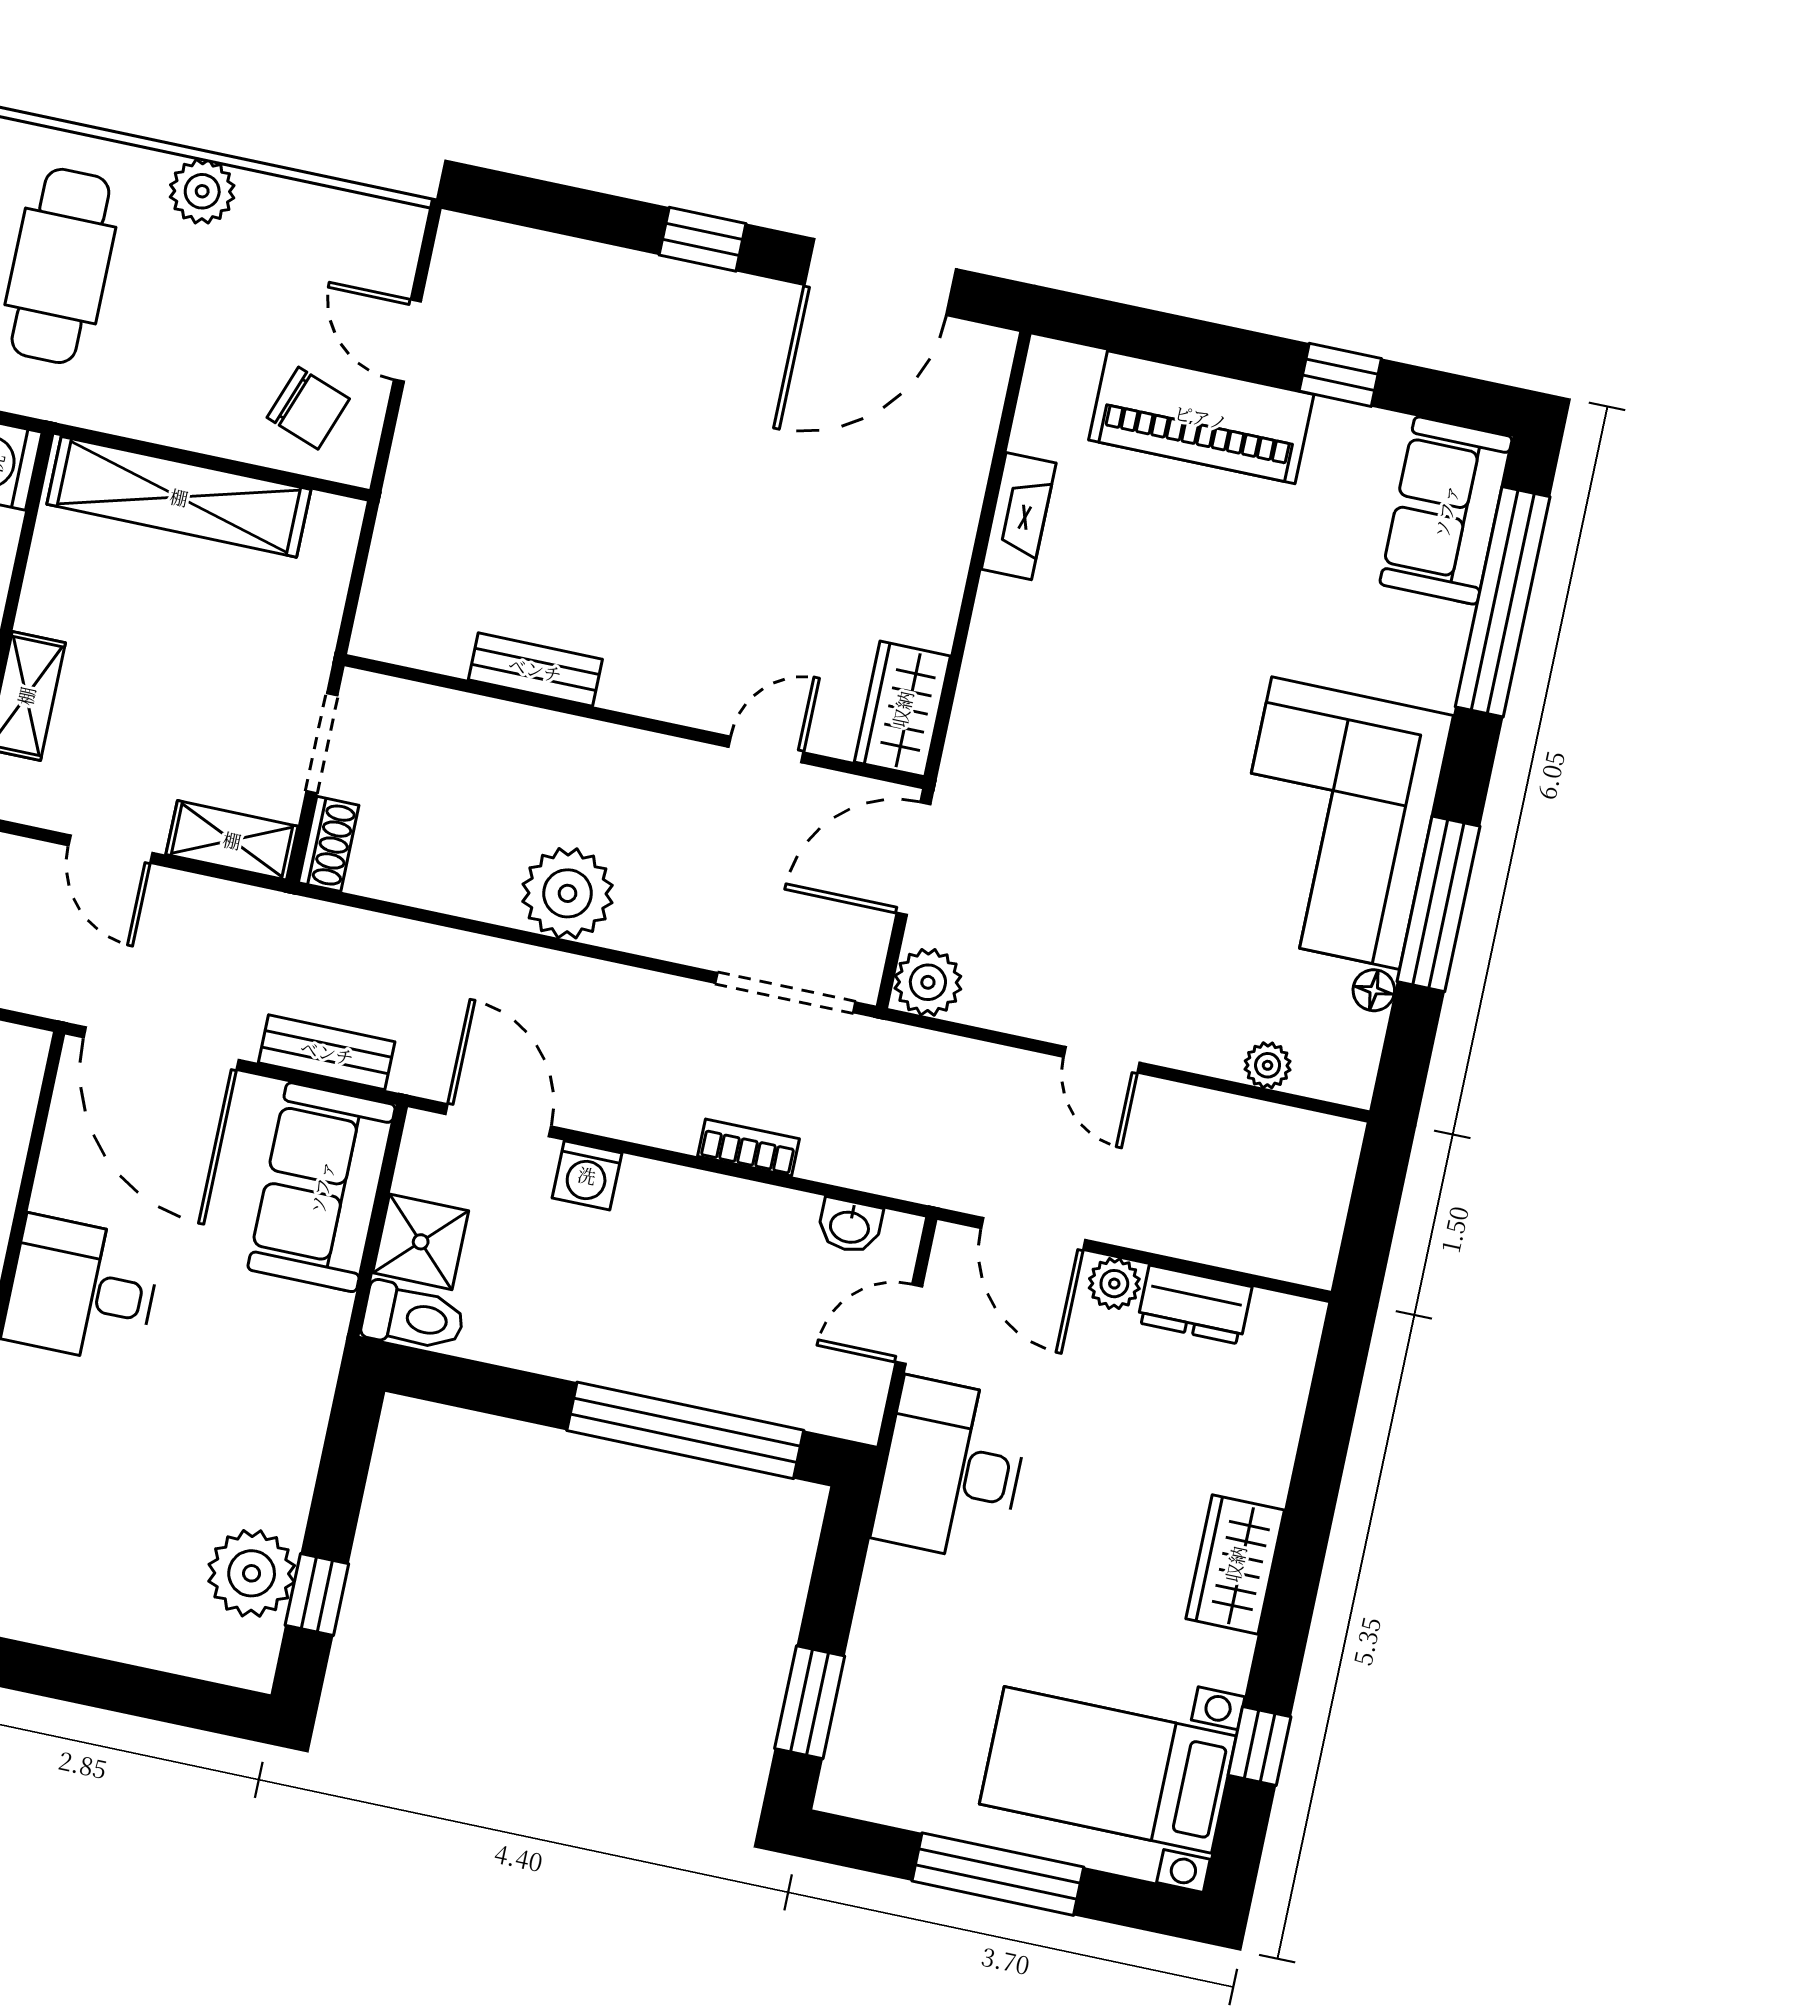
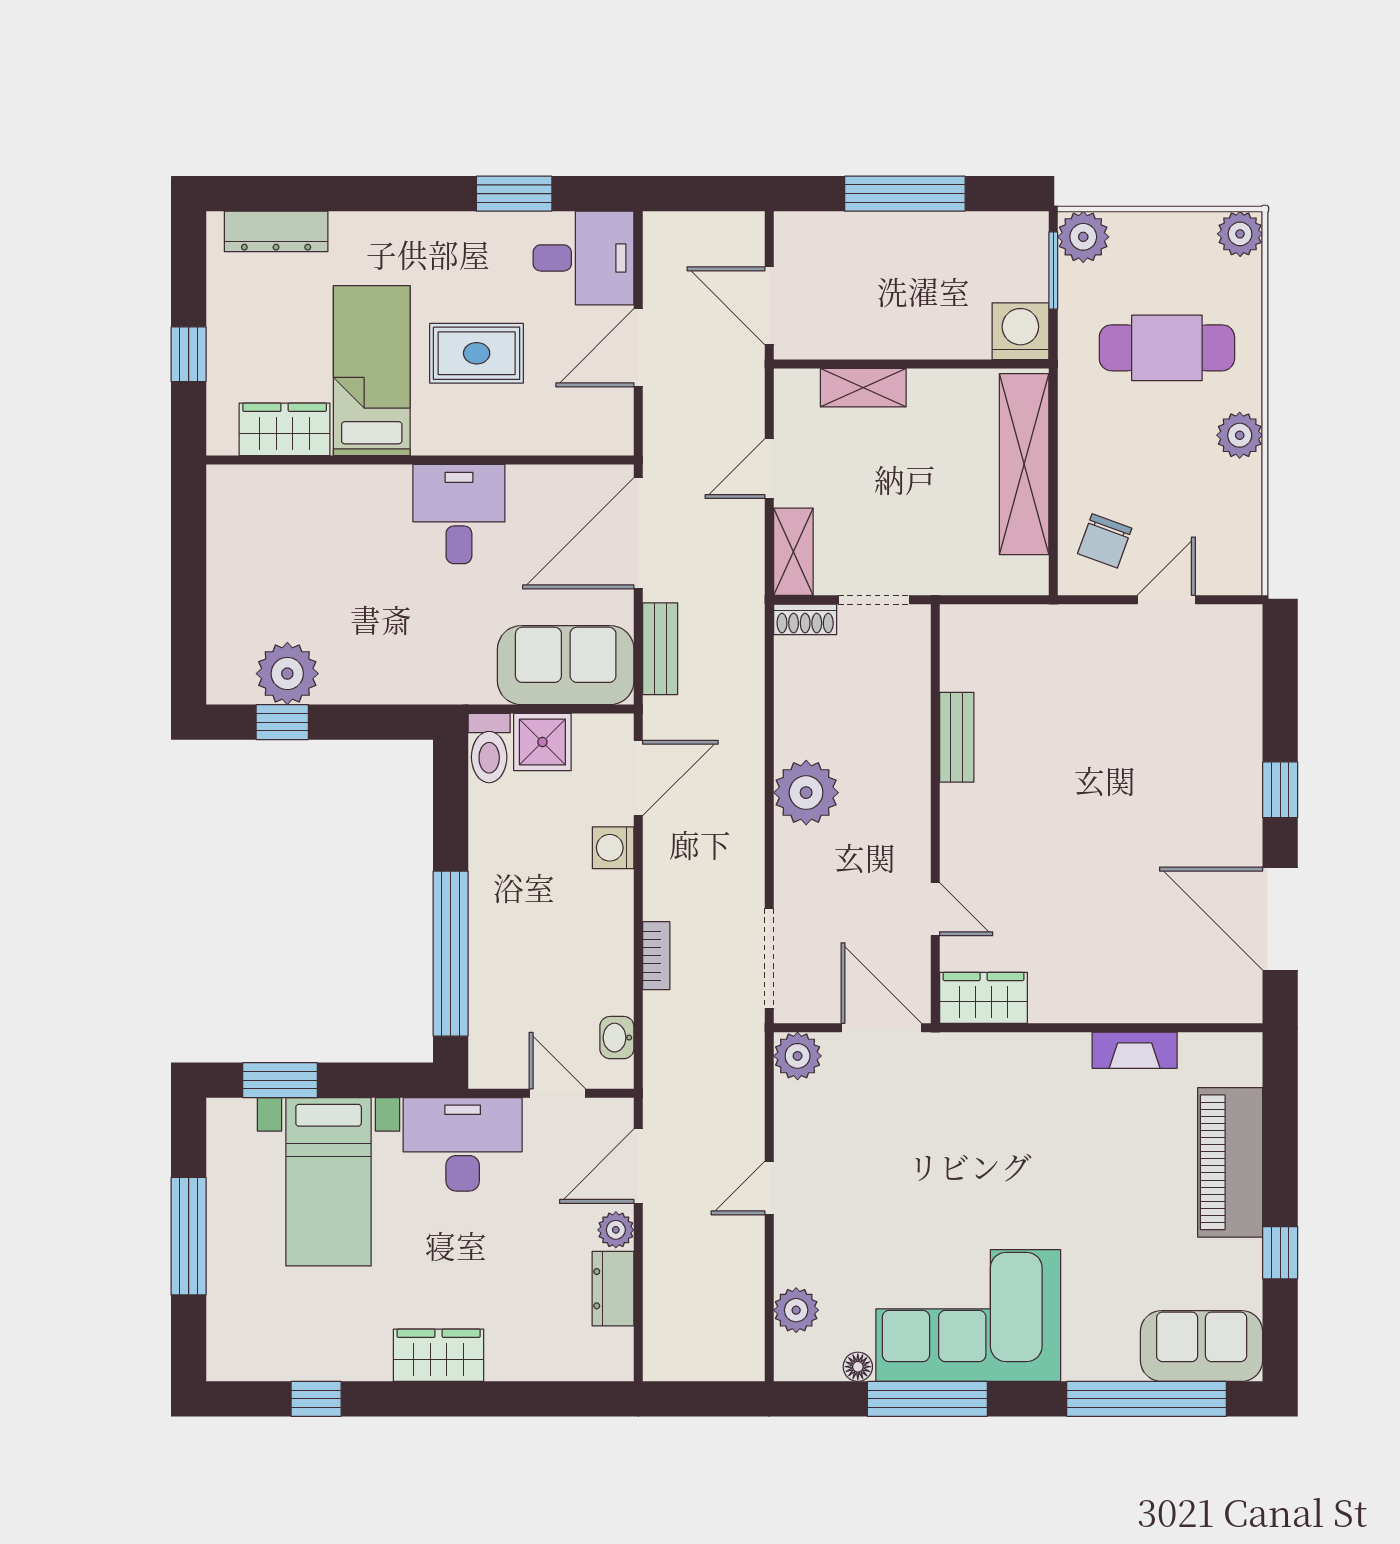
plant: (1268, 1065) -> (796, 1310), width x1.38, depth x1.38
bed with nightstands: (1108, 1770) -> (329, 1182), moved, turned 180

